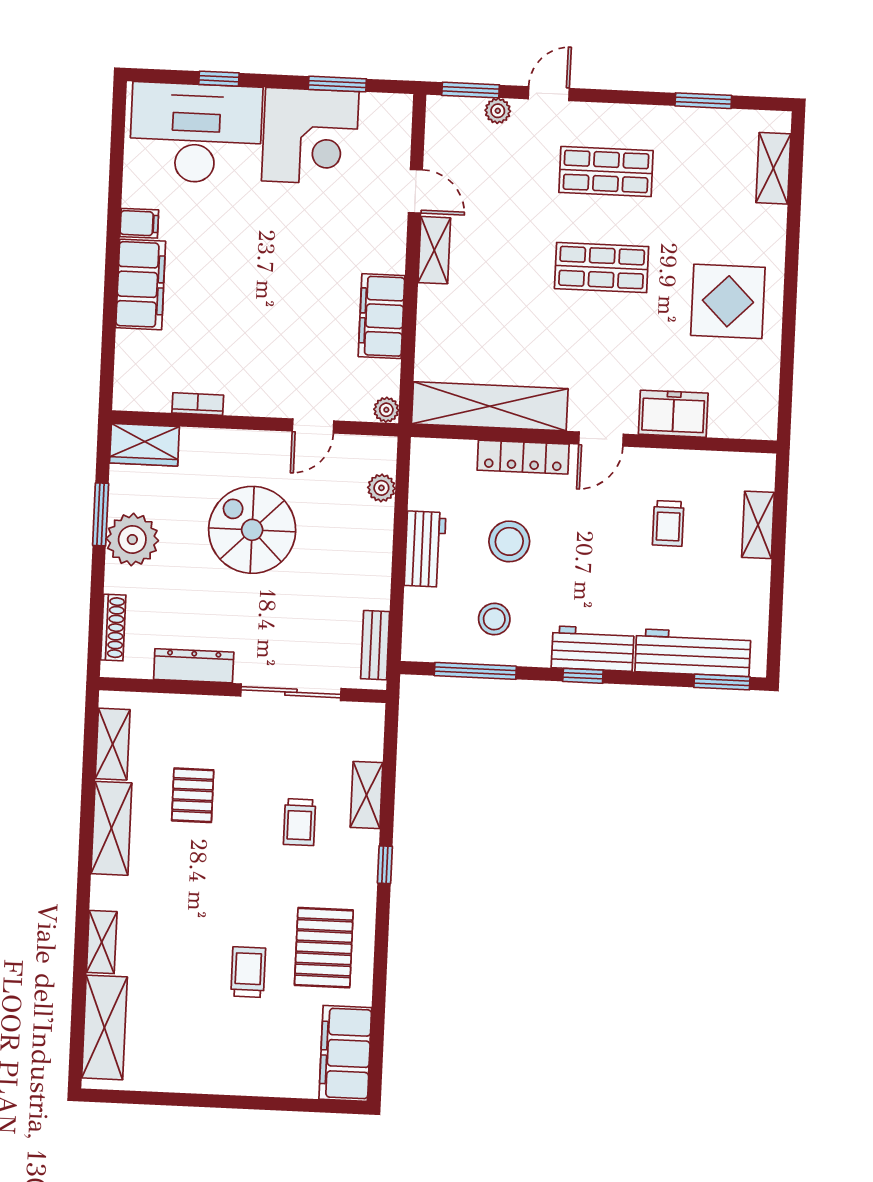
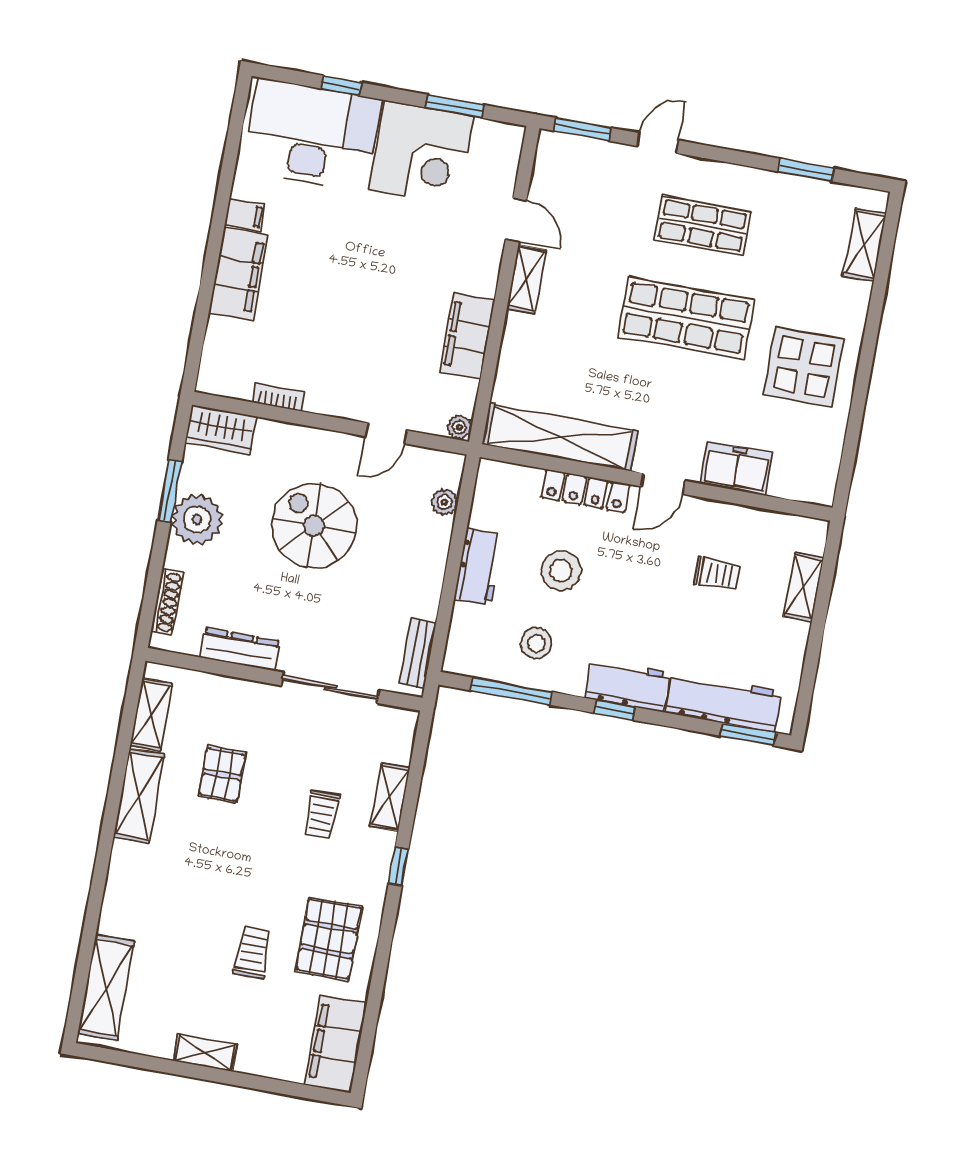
plant: (498, 111) -> (606, 153), removed
shop shelf: (602, 268) -> (686, 318), width x1.43, depth x1.36
trolley: (668, 523) -> (717, 574), turned -90
shelving: (102, 942) -> (205, 1053), moved, turned 90

